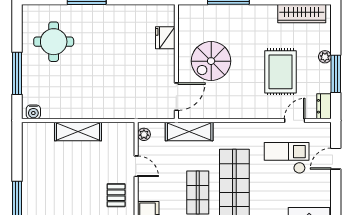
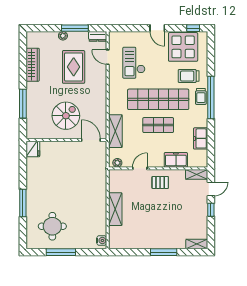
wardrobe: (302, 14) -> (33, 65), moved
fridge: (165, 38) -> (33, 149), moved, turned -90
spiral stairs: (211, 61) -> (66, 116), turned -90
rug: (280, 72) -> (74, 67), turned 90
window: (17, 73) -> (61, 252), moved
door: (336, 159) -> (157, 28), moved

